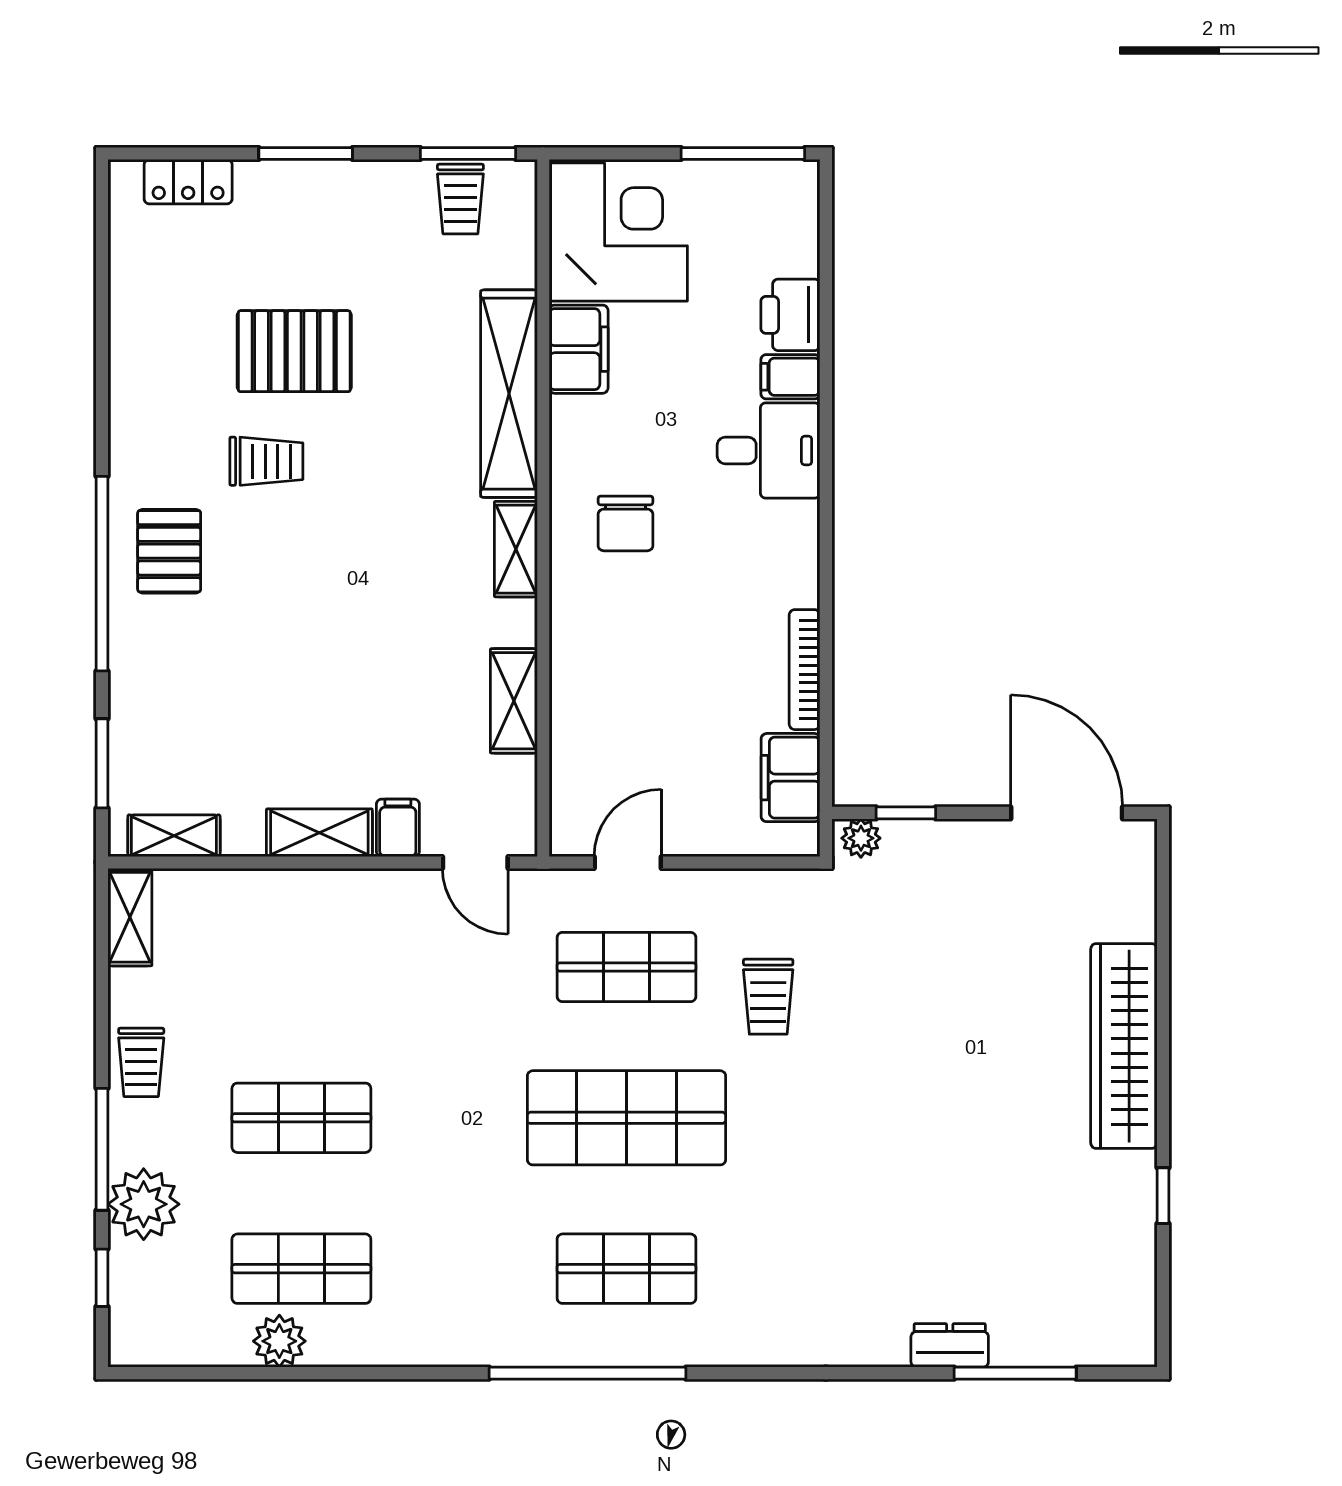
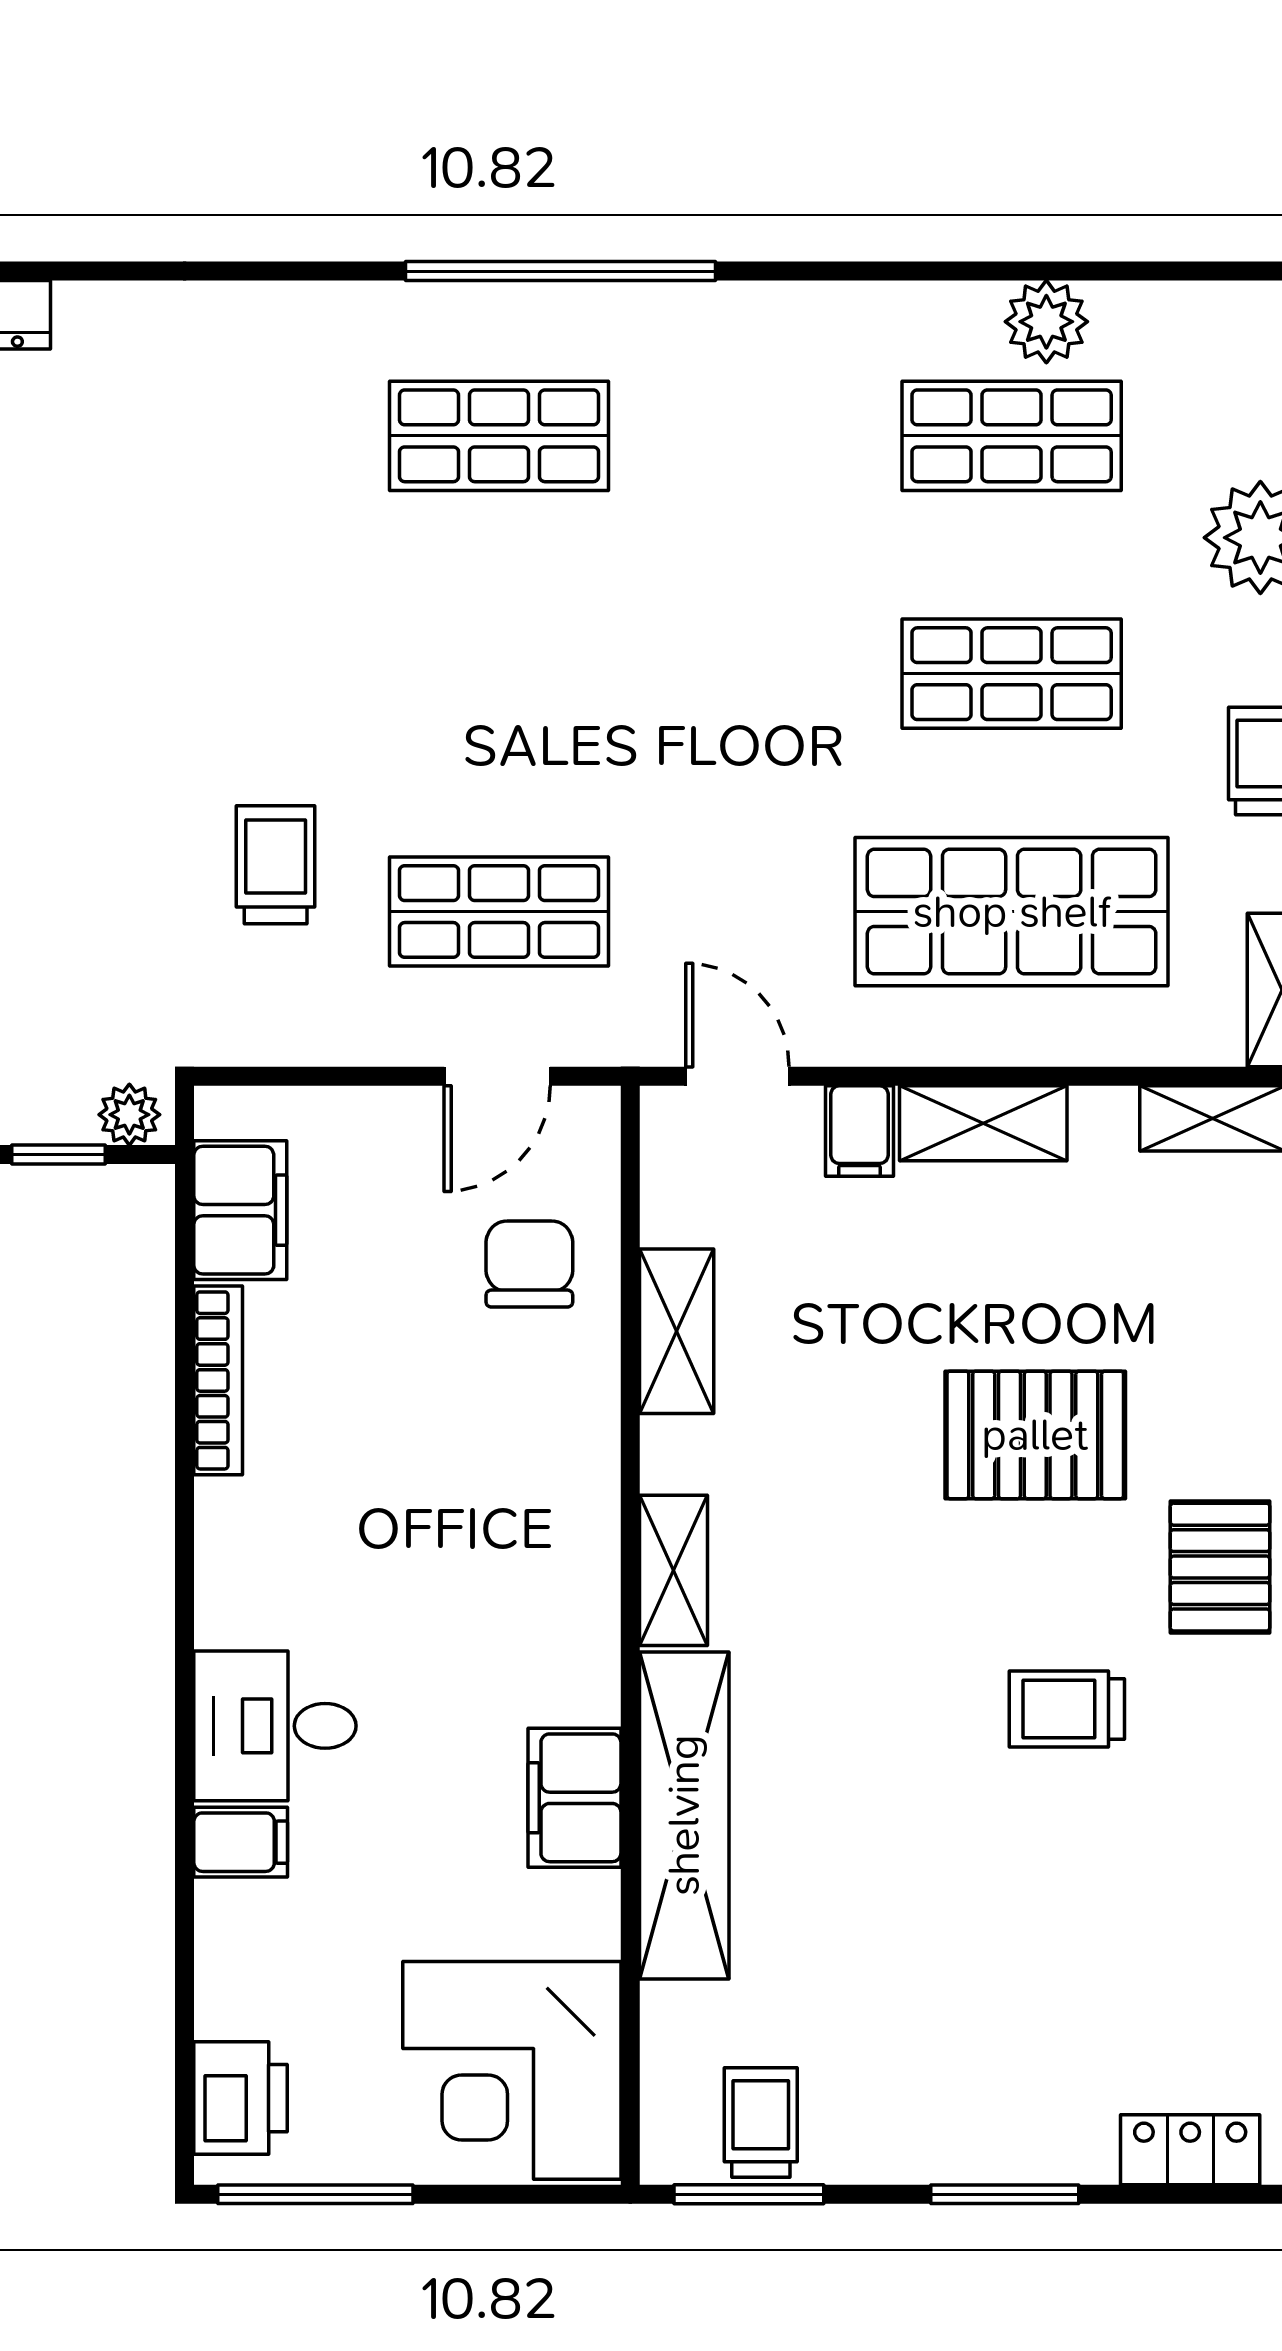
printer: (790, 315) -> (241, 2098), moved
filing cabinet: (579, 349) -> (574, 1798), moved
pallet: (294, 351) -> (1035, 1435), moved
chair: (625, 523) -> (529, 1264), moved
shop shelf: (626, 1118) -> (1012, 912), moved

